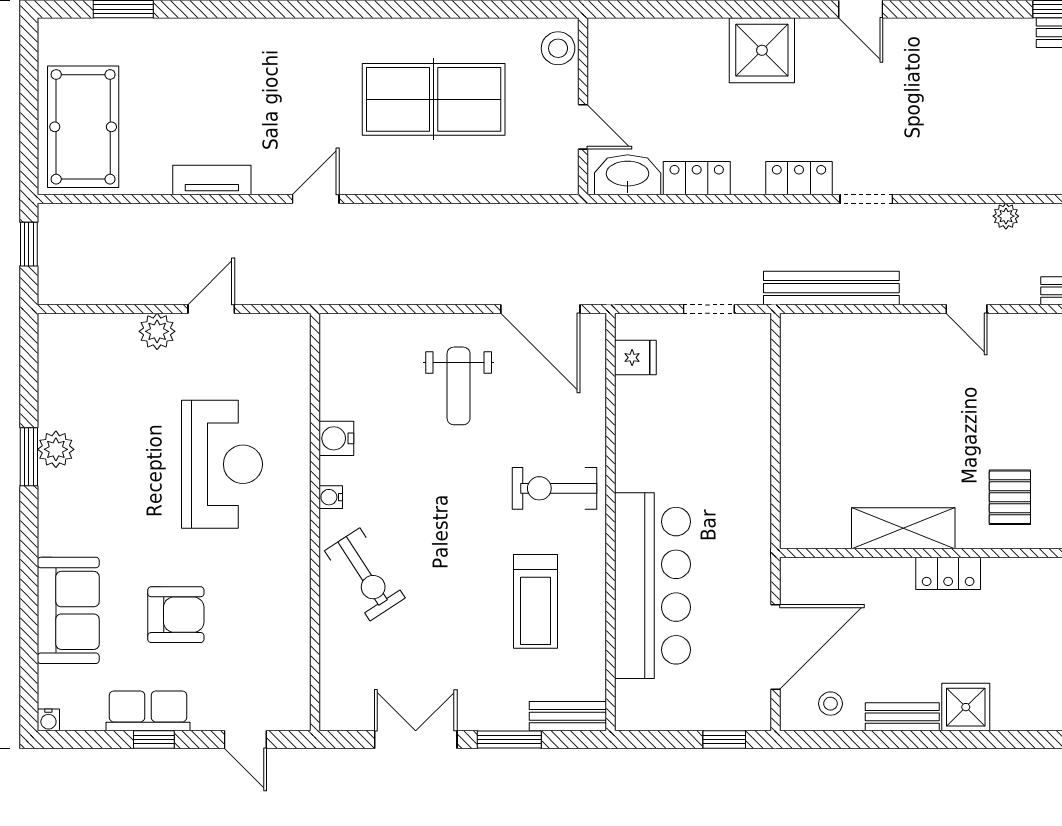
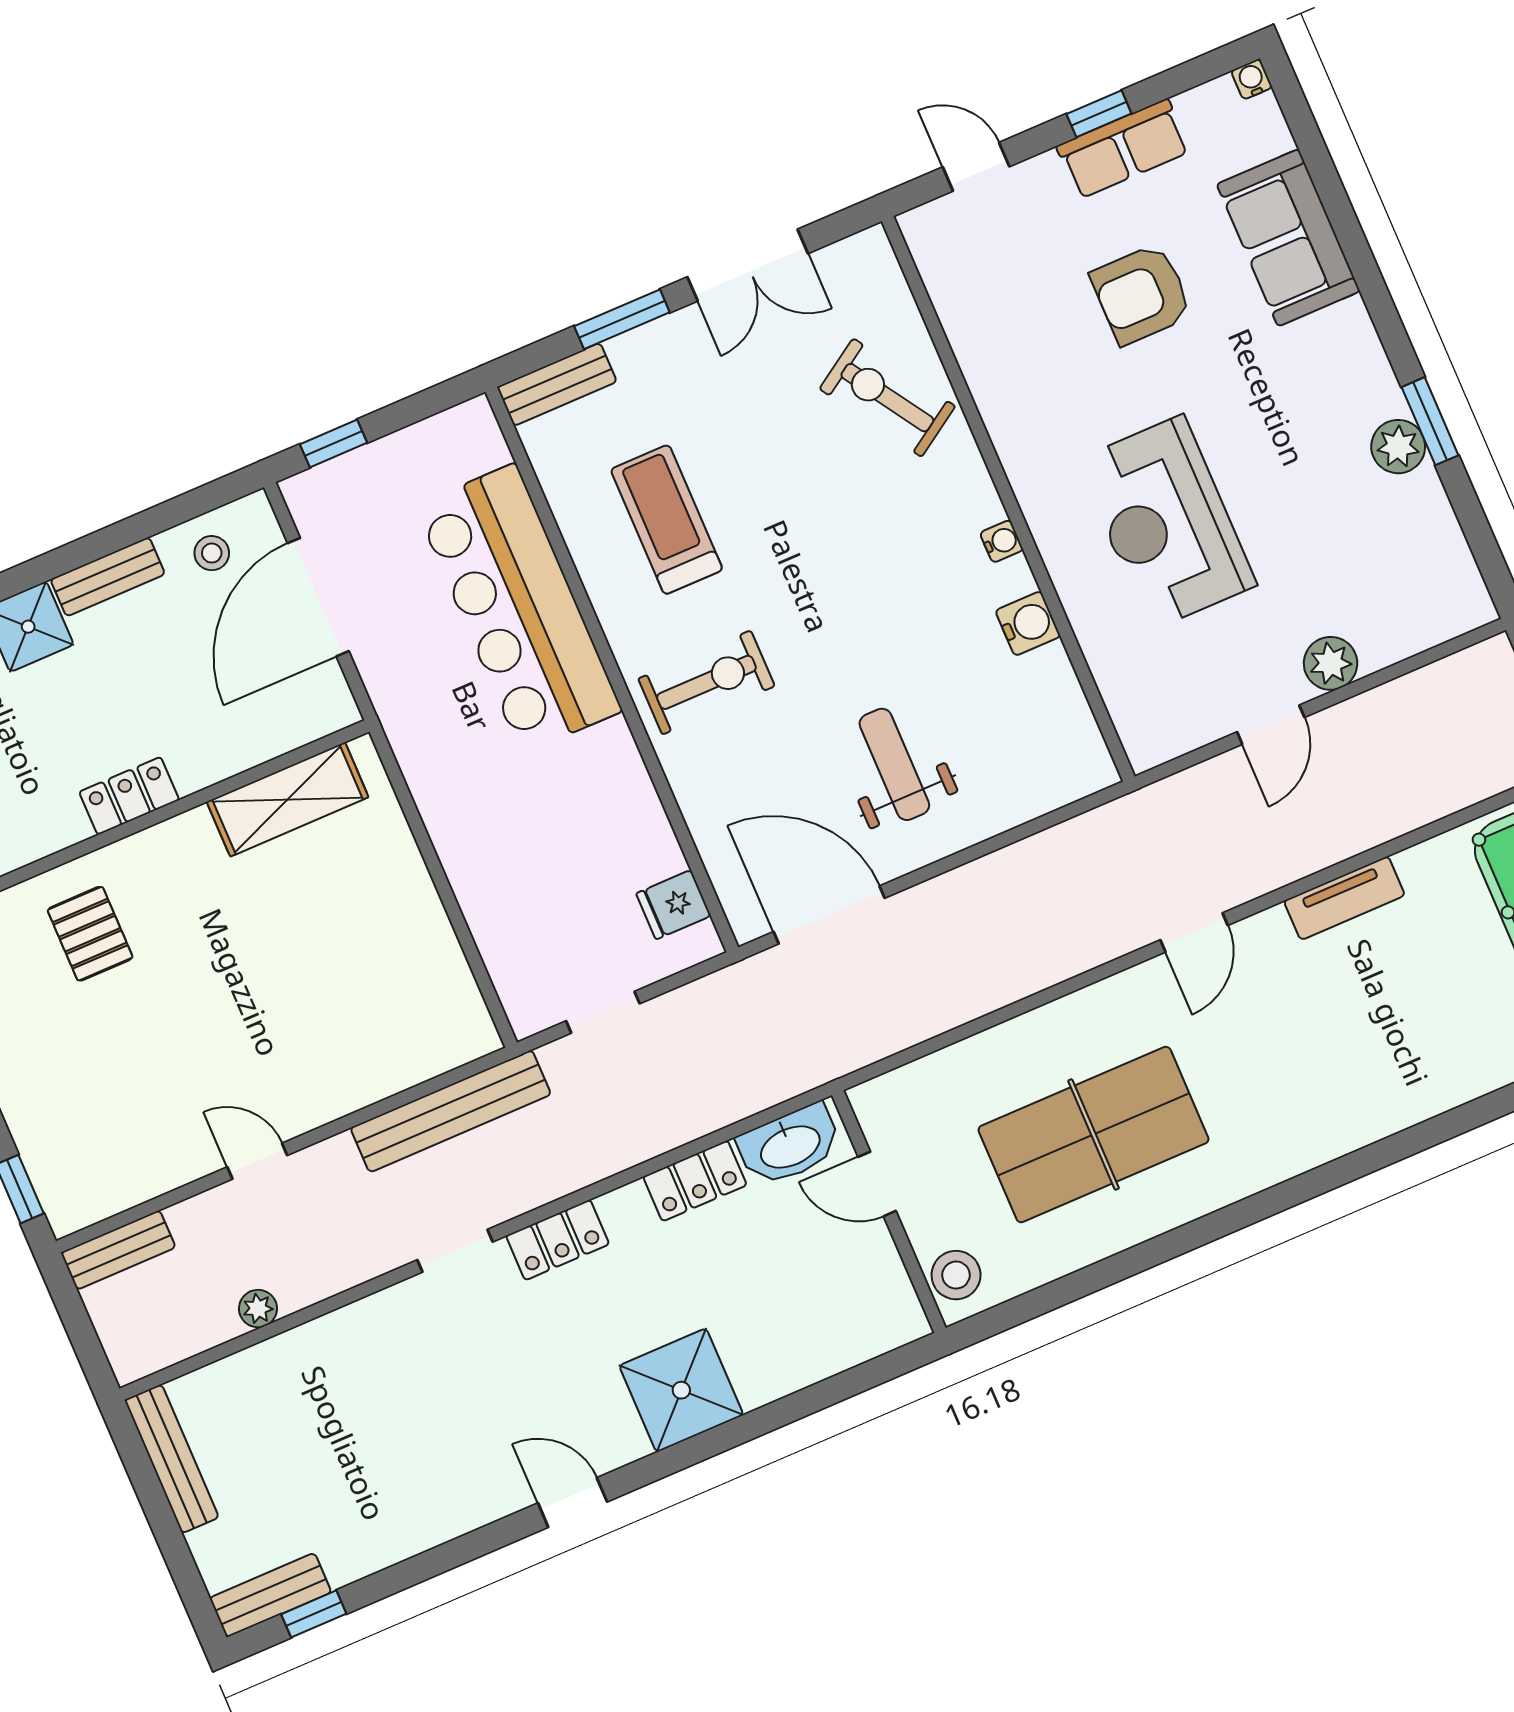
shelving: (903, 528) -> (288, 799), moved
exercise bike: (365, 574) -> (887, 398), moved

